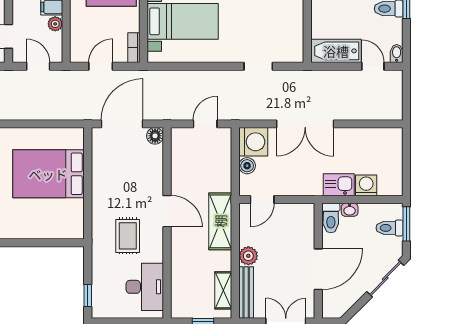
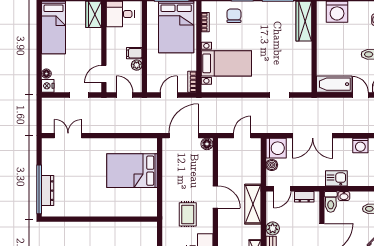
washing machine: (366, 185) -> (360, 146), moved, turned 180
dresser: (293, 211) -> (304, 197), added

